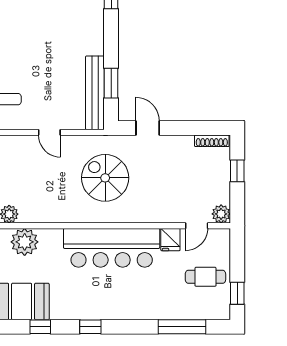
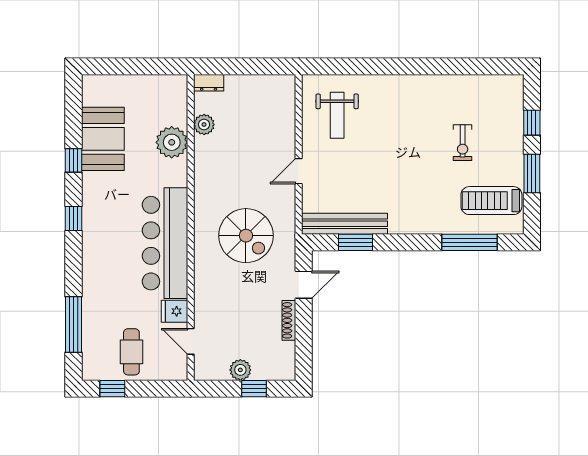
shoe rack: (212, 141) -> (289, 320), moved
spiral stairs: (105, 178) -> (246, 236), turned 90
plant: (221, 214) -> (240, 370), moved

